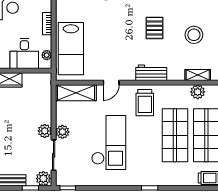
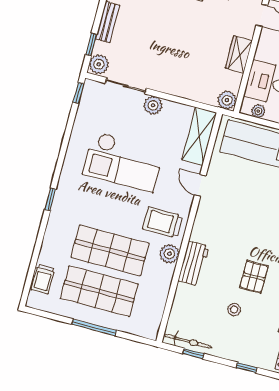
pallet: (154, 28) -> (254, 277), moved, turned 90
stool: (194, 35) -> (234, 310), width x0.53, depth x0.53
workbench: (151, 73) -> (193, 264), moved
shelving: (198, 75) -> (181, 301), removed
plant: (198, 92) -> (169, 254), moved
plant: (45, 131) -> (227, 100), moved

